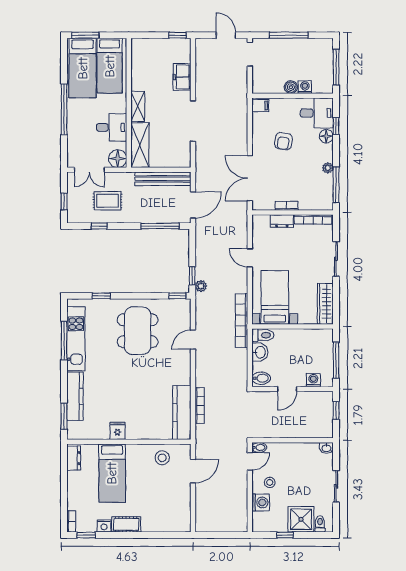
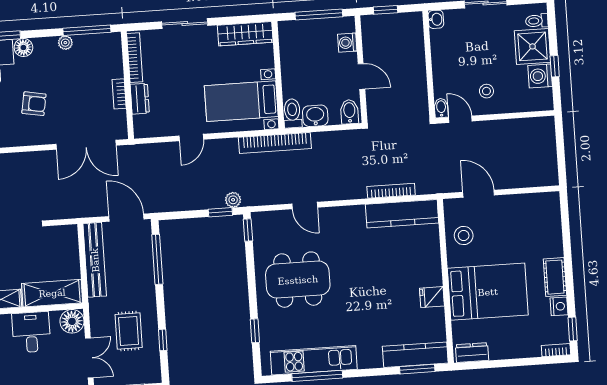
kitchen counter: (75, 396) -> (415, 355), moved
bed: (112, 473) -> (488, 292), width x1.50
washing machine: (261, 502) -> (540, 76), moved, turned -90

